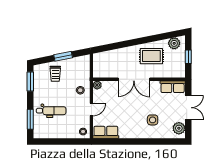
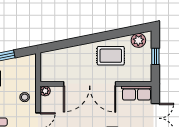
double door: (134, 79) -> (90, 84), width x1.36

